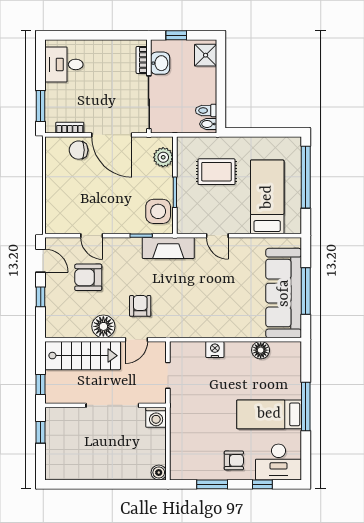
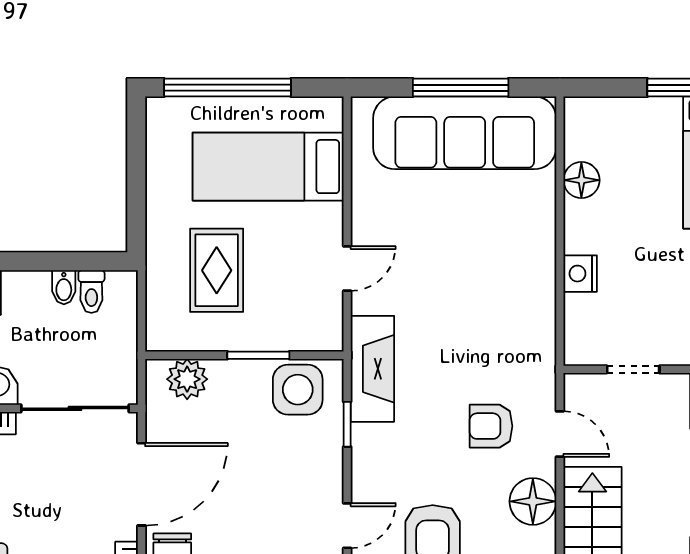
bidet: (208, 124) -> (64, 287), moved

